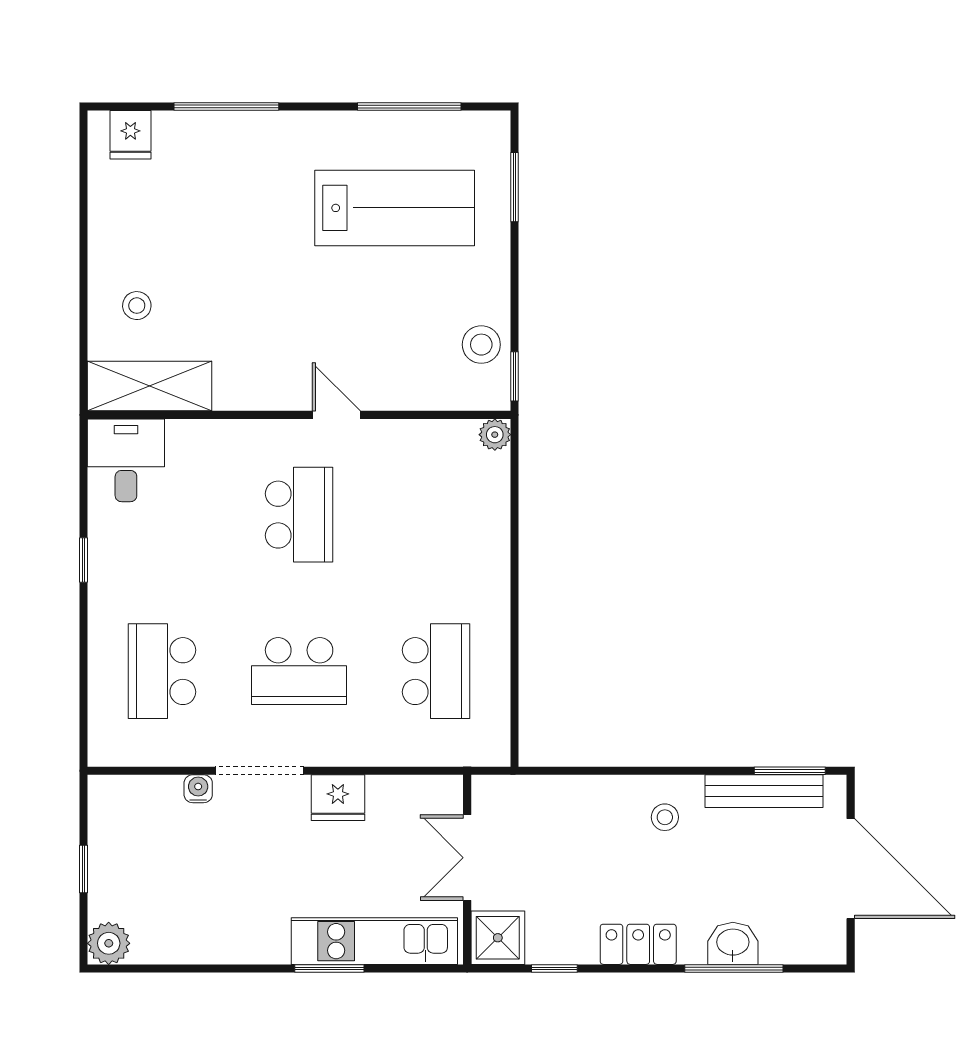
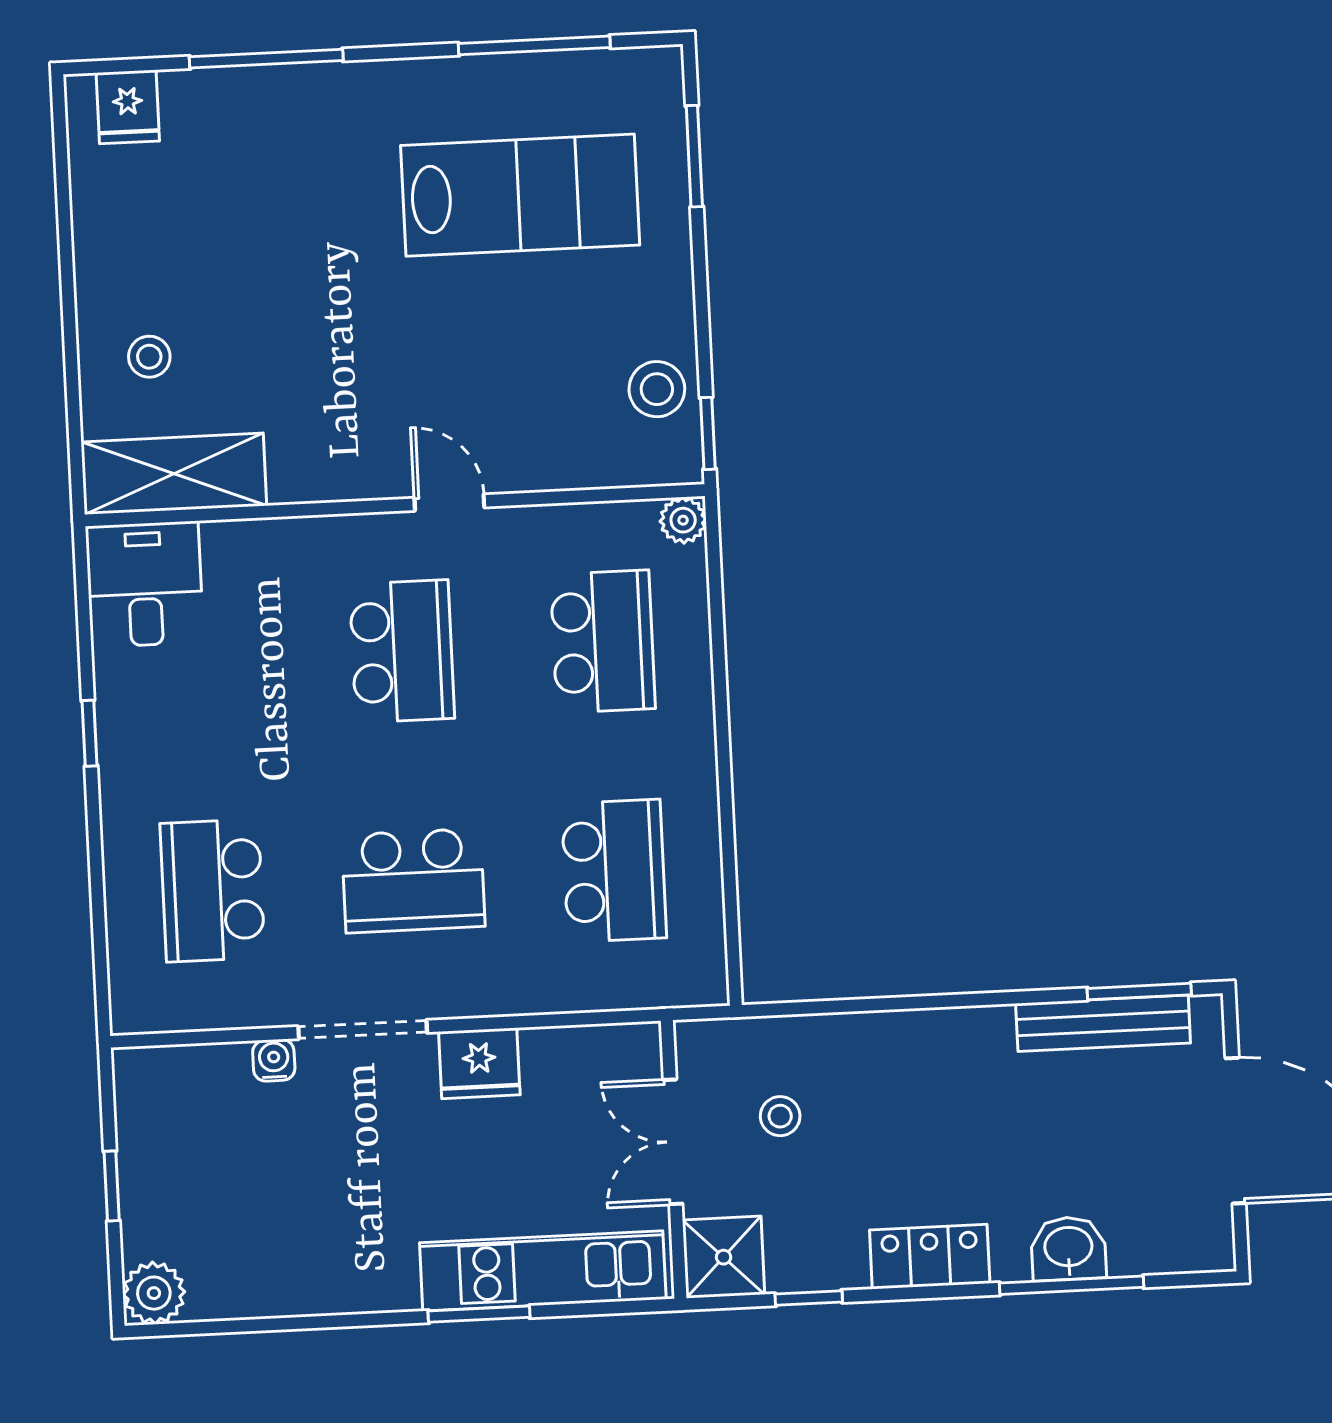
school desk: (436, 515) -> (603, 642), added
stool: (665, 817) -> (780, 1116), moved

